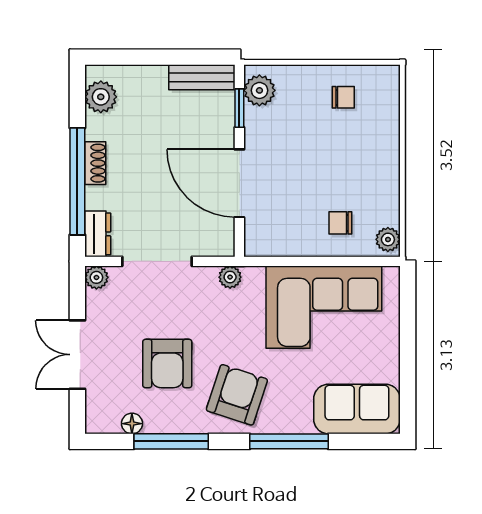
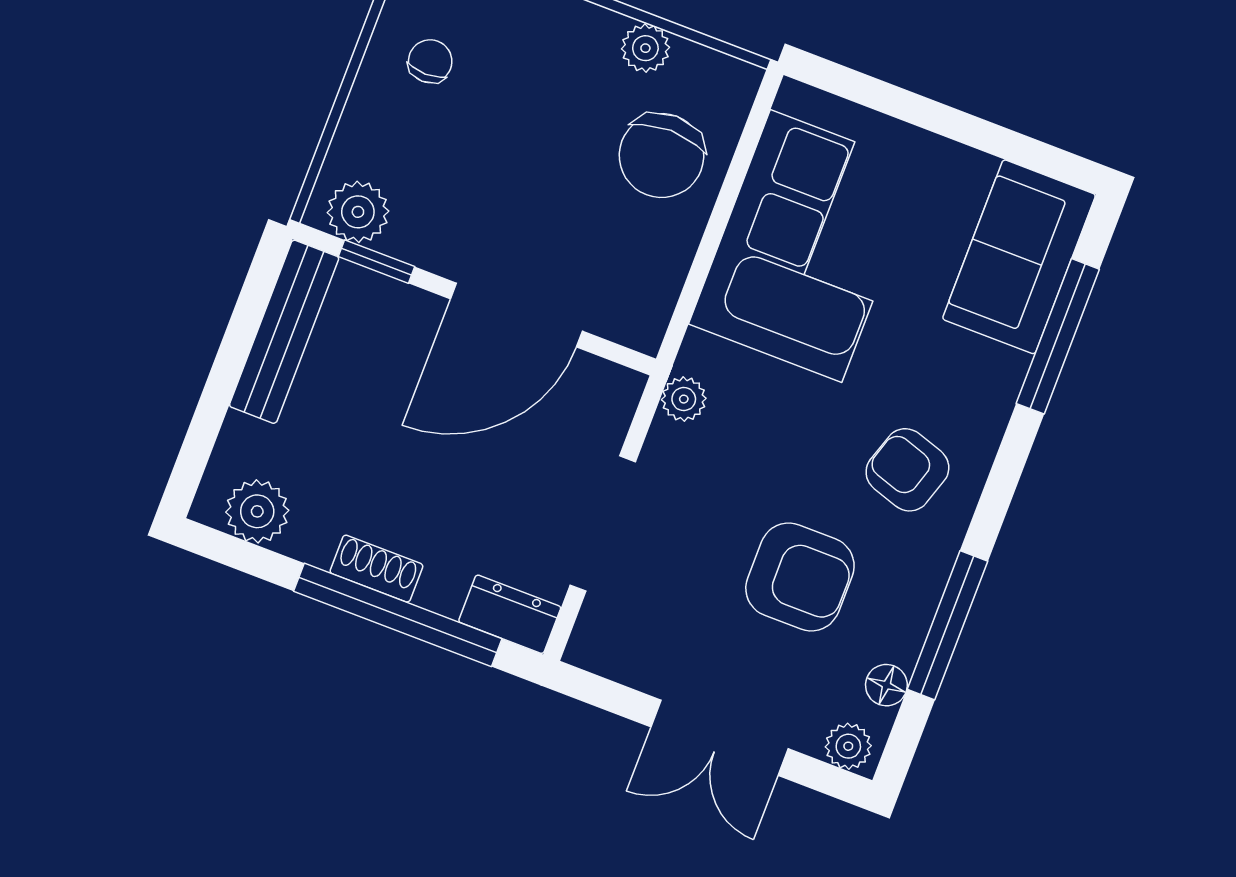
bench: (202, 77) -> (284, 332), width x1.36
chair: (340, 223) -> (662, 156), width x1.87, depth x1.87
plant: (388, 239) -> (645, 48), moved
plant: (96, 277) -> (848, 746), moved
armchair: (237, 395) -> (907, 470), width x0.72, depth x0.72
window: (289, 441) -> (1058, 336), moved

